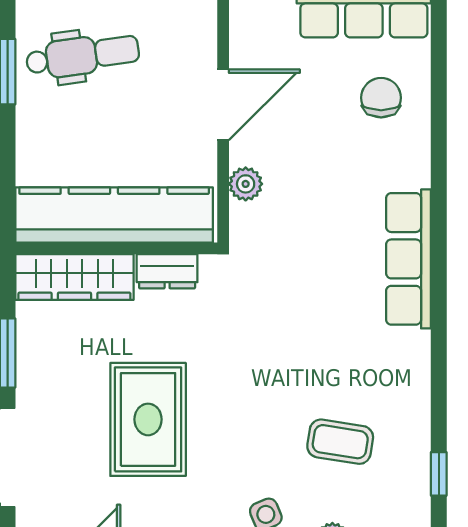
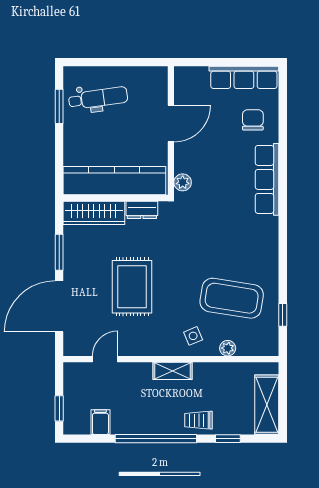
plant: (246, 184) -> (183, 182), moved
row of seats: (409, 259) -> (267, 179), moved
coffee table: (340, 442) -> (232, 298), width x1.86, depth x1.72

